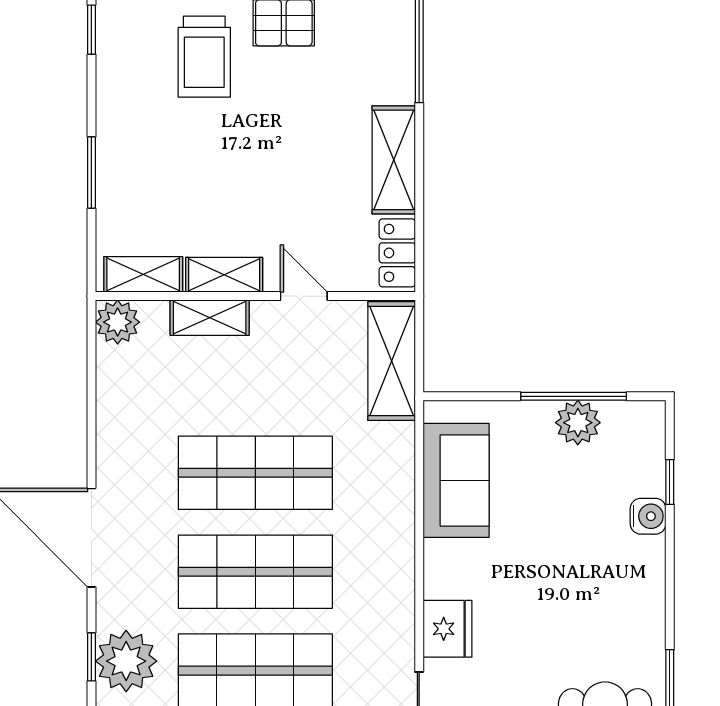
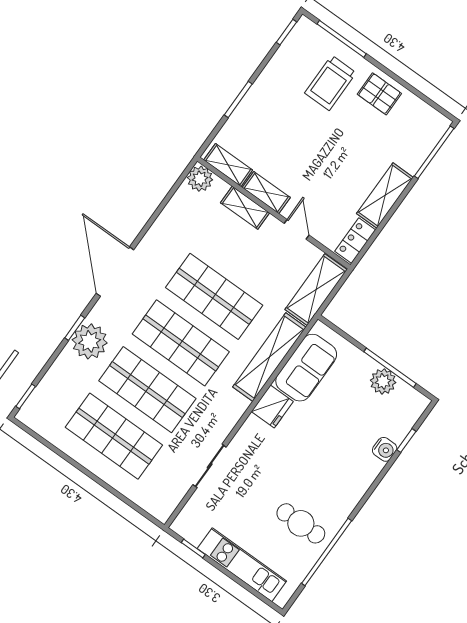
shelving: (394, 503) -> (269, 357), added
fridge: (448, 629) -> (272, 406), moved

